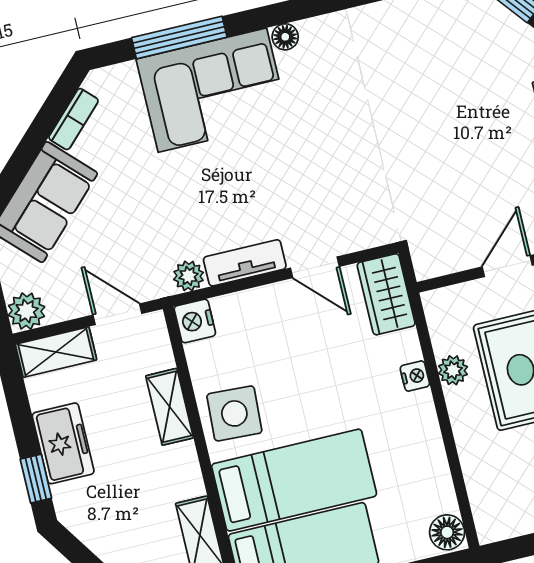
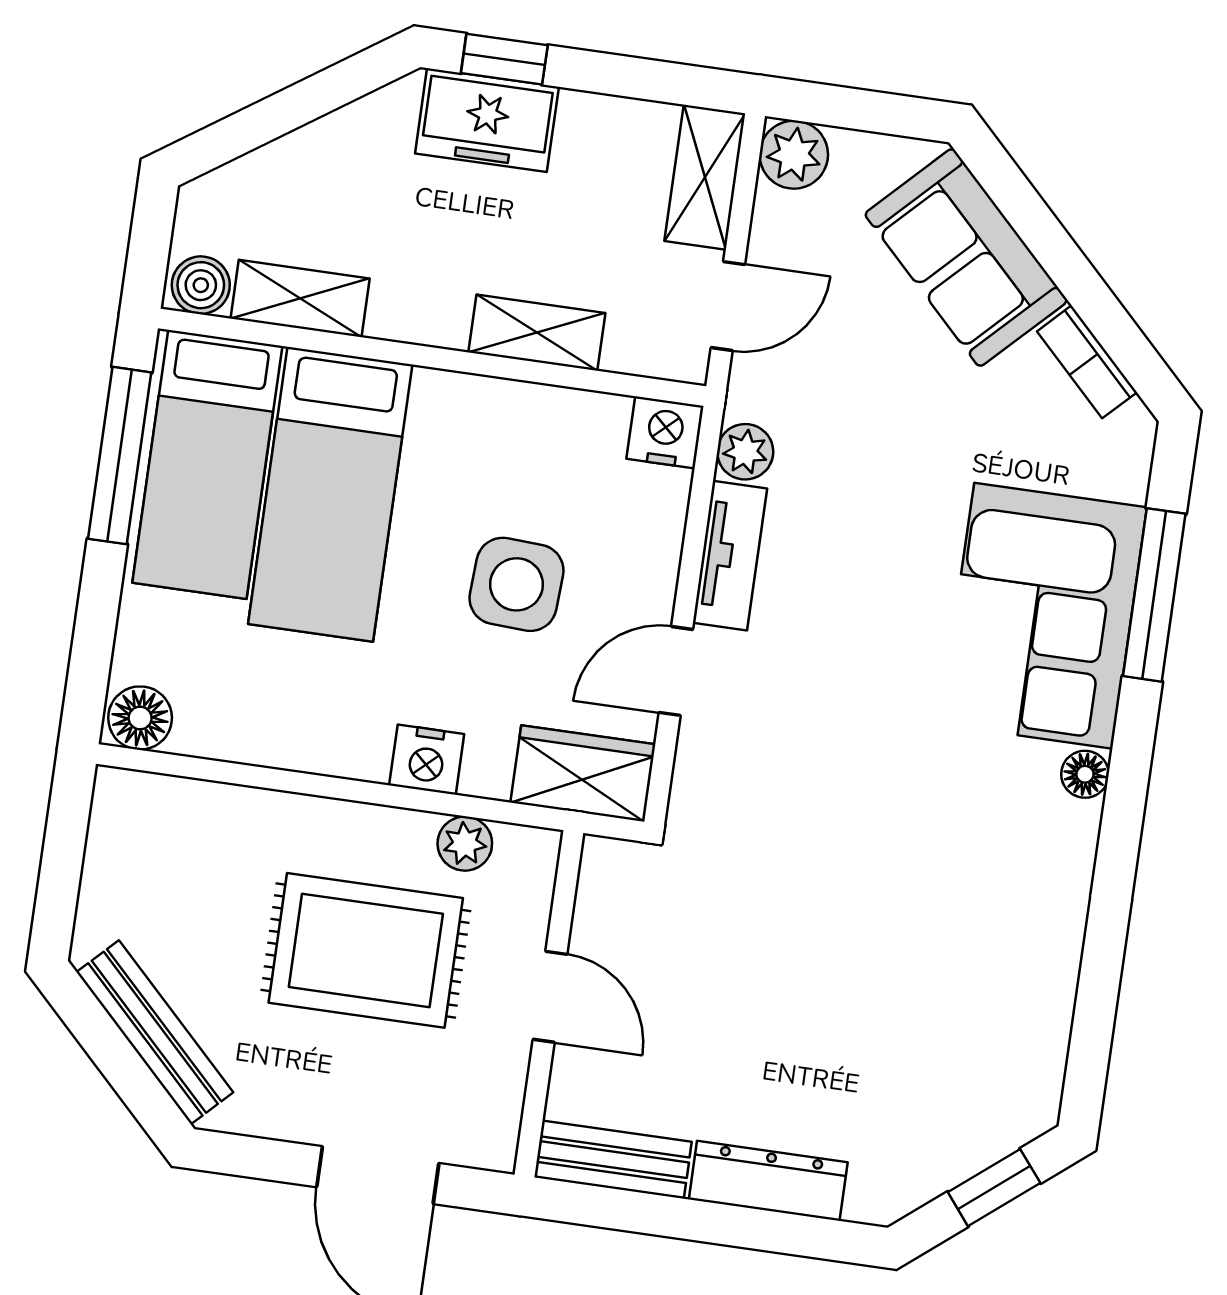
plant: (453, 370) -> (465, 844), moved
nightstand: (415, 376) -> (427, 760), width x1.39, depth x1.35
side table: (234, 413) -> (517, 584), moved
freezer: (63, 443) -> (487, 120), moved

